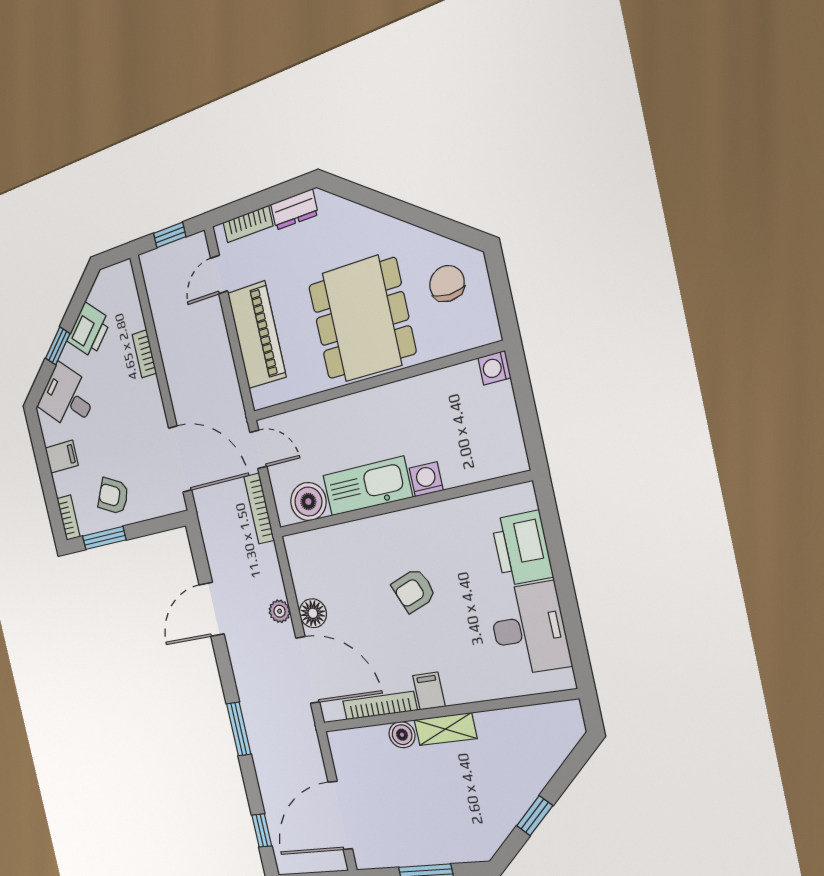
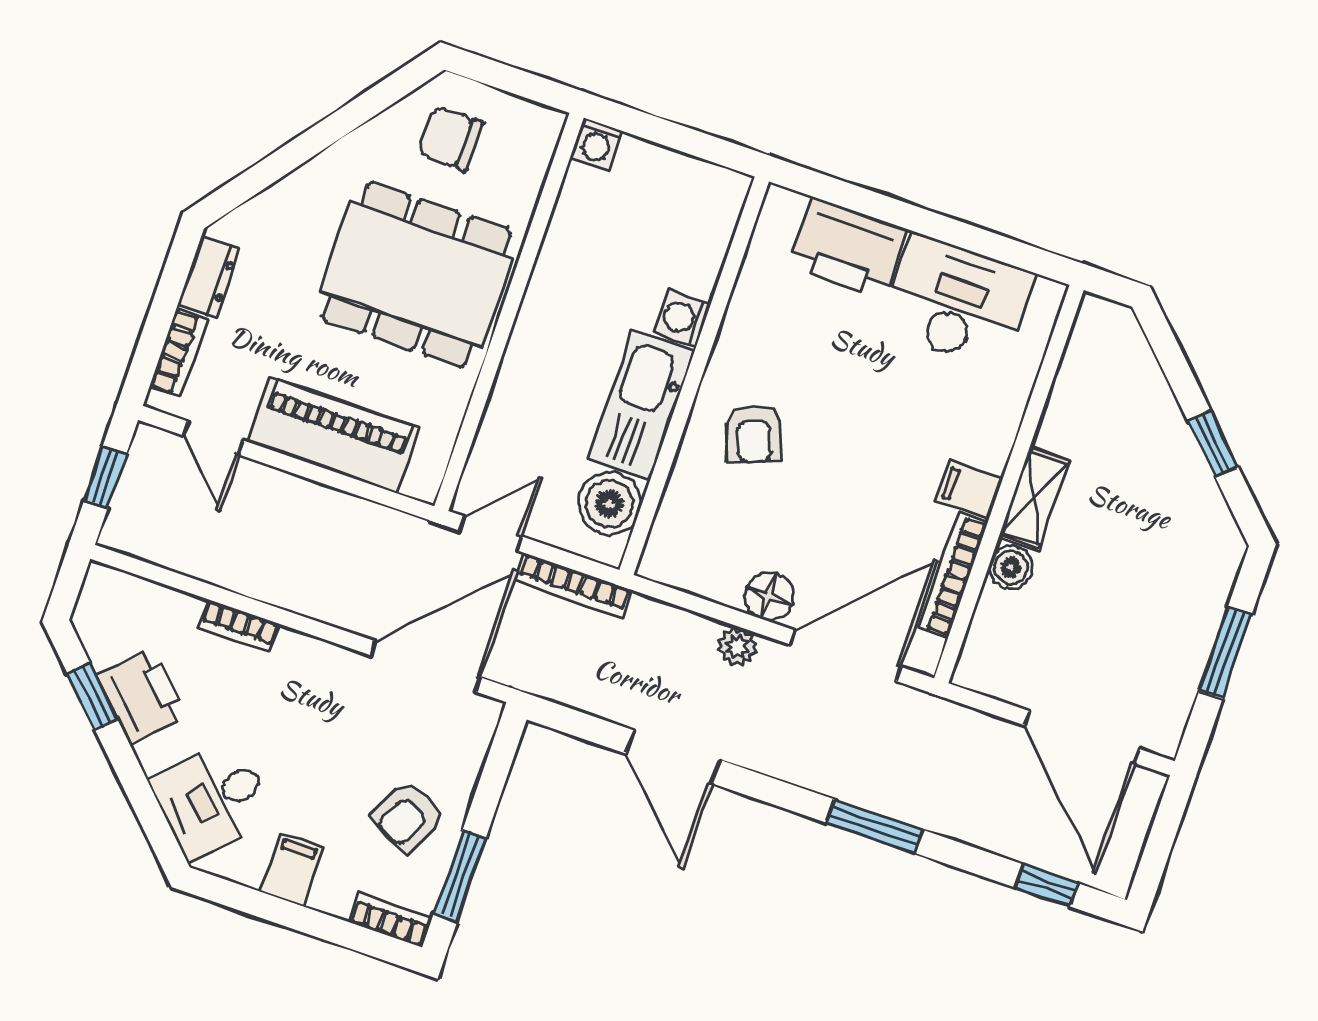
window: (58, 346) -> (93, 697), moved
armchair: (414, 590) -> (754, 433), moved

